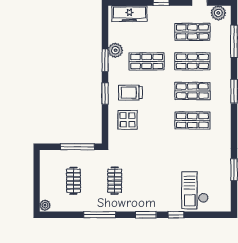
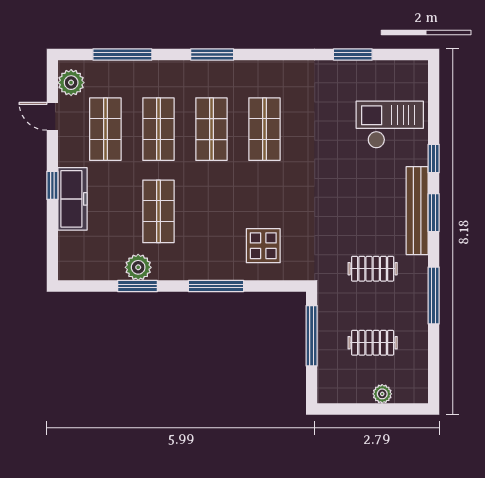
freezer: (129, 14) -> (73, 199), moved
window: (105, 60) -> (138, 286), moved
trolley: (130, 93) -> (214, 241), removed
window: (105, 94) -> (216, 286), width x1.44
checkout: (195, 190) -> (390, 125), turned 180
plant: (45, 205) -> (382, 394), moved
bench: (147, 206) -> (417, 211), added

